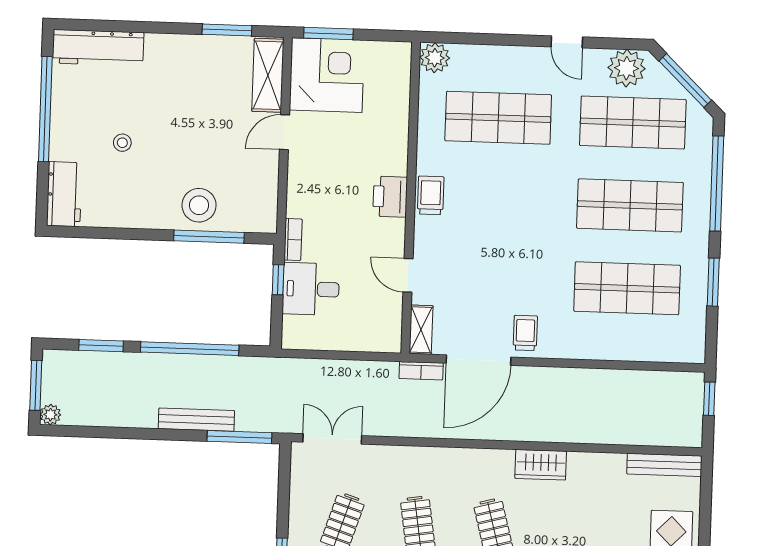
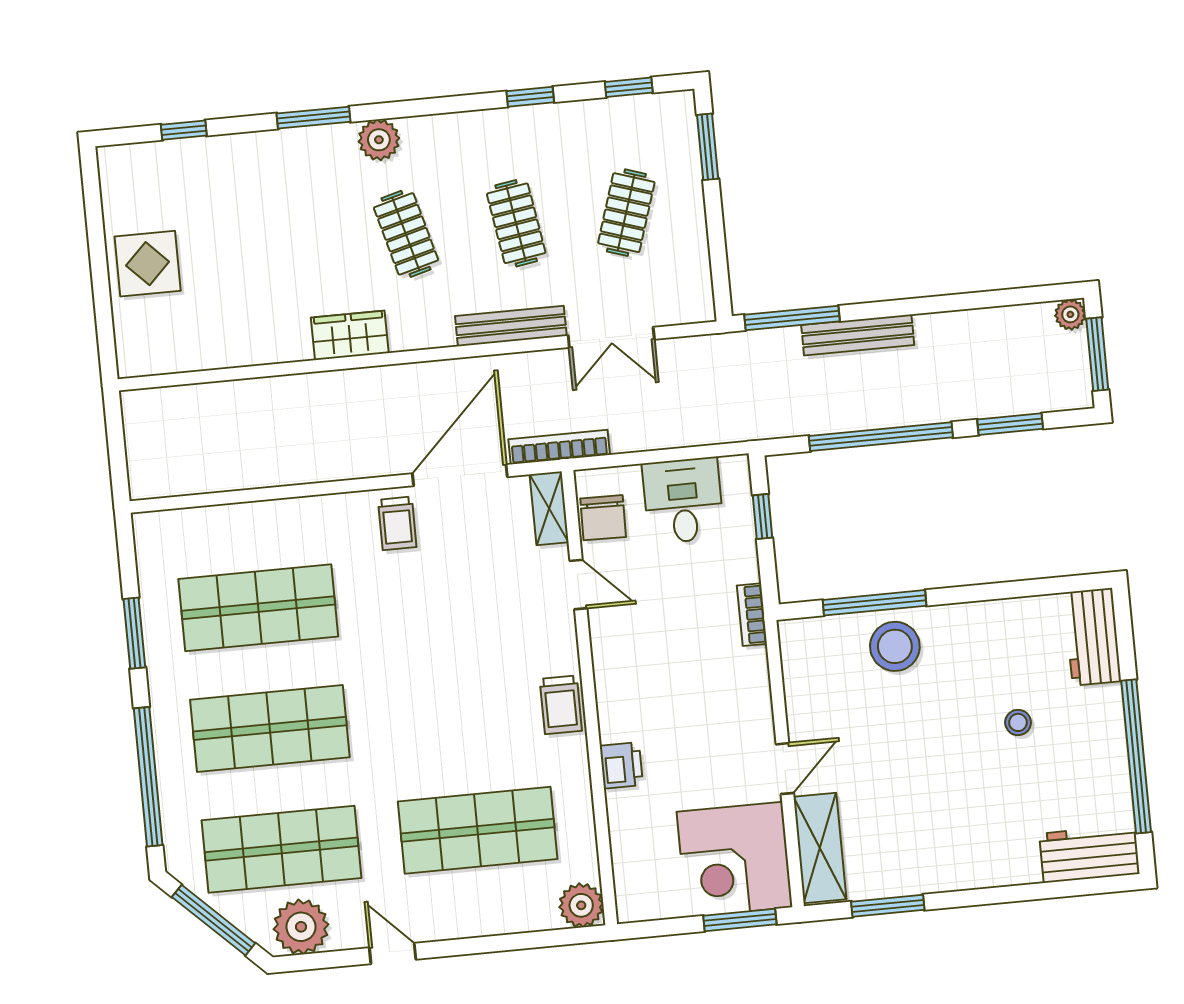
workbench: (98, 48) -> (1089, 854), width x0.73
printer: (390, 197) -> (621, 765), moved, width x0.73, depth x0.81
window: (278, 280) -> (762, 517), moved
desk: (311, 289) -> (683, 501), moved, turned -90
chair: (385, 319) -> (603, 518), added
bookcase: (421, 371) -> (559, 447), width x1.56
window: (709, 399) -> (118, 463), removed
double door: (332, 439) -> (611, 337), moved
bench: (664, 465) -> (511, 326), moved

